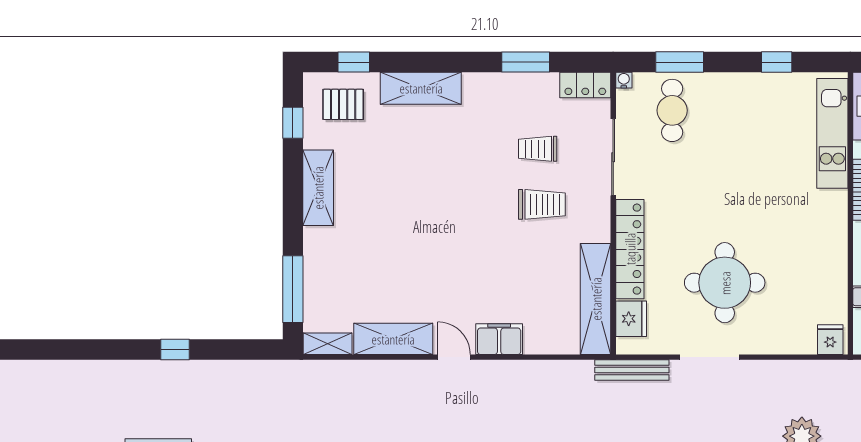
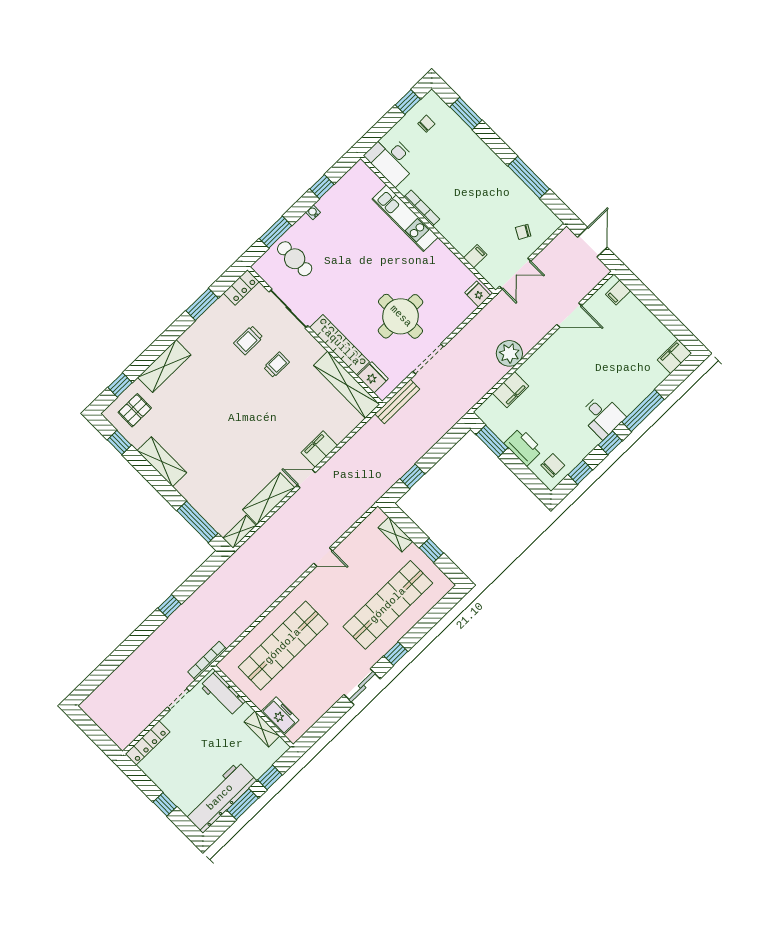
water cooler: (624, 80) -> (313, 212), moved
kitchen unit: (832, 133) -> (405, 218), moved
trolley: (542, 204) -> (277, 365), width x0.73, depth x0.72

